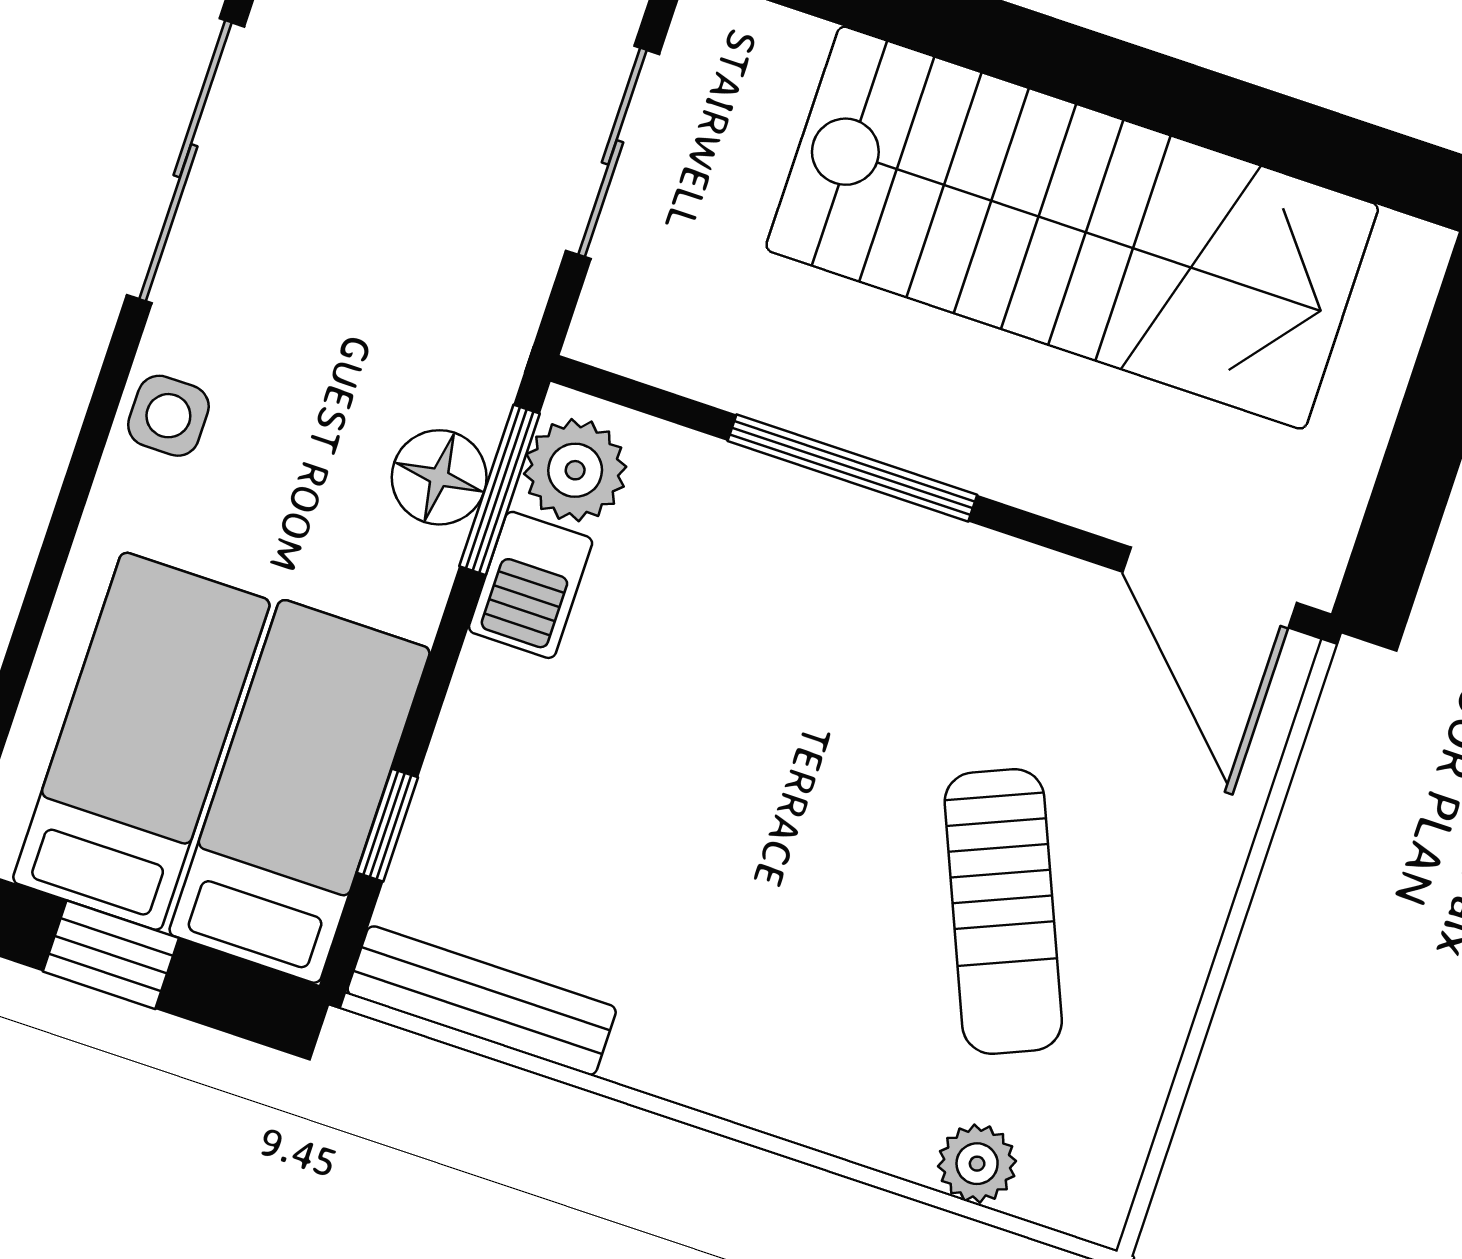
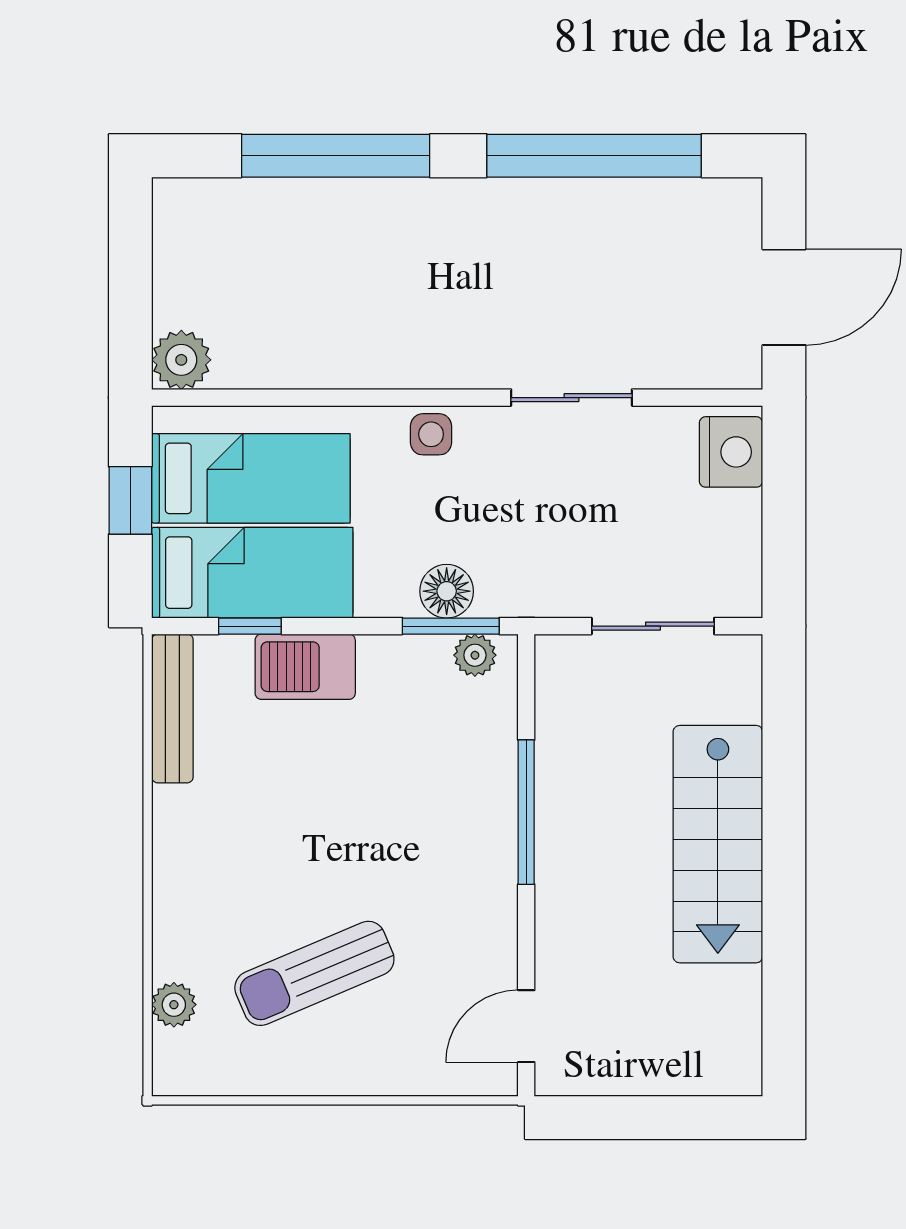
sliding door: (186, 161) -> (571, 398), width x0.73
stairs: (1072, 228) -> (718, 844), width x0.73, depth x0.66
plant: (575, 470) -> (475, 655), width x0.73, depth x0.73
barbecue: (531, 585) -> (305, 667), moved, width x1.38, depth x1.27
door: (1210, 587) -> (526, 1026), width x0.73

